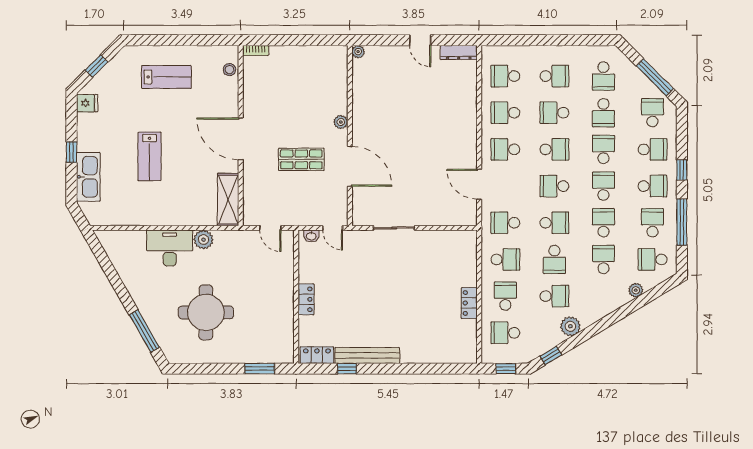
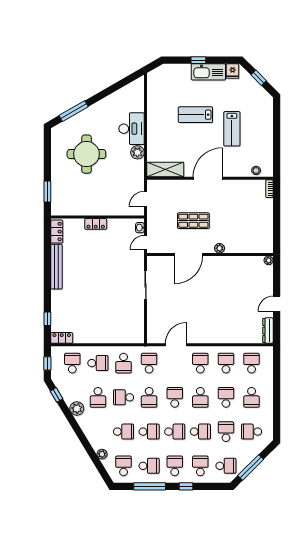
lab bench: (166, 77) -> (232, 129), moved
school desk: (603, 113) -> (226, 432), turned 90
school desk: (653, 149) -> (200, 466), turned 180
shop shelf: (301, 159) -> (193, 221), turned 90
kitchen sink: (88, 177) -> (208, 72), moved
school desk: (653, 186) -> (175, 466), turned 180
locker: (469, 303) -> (62, 338), moved
window: (347, 369) -> (47, 319), moved

